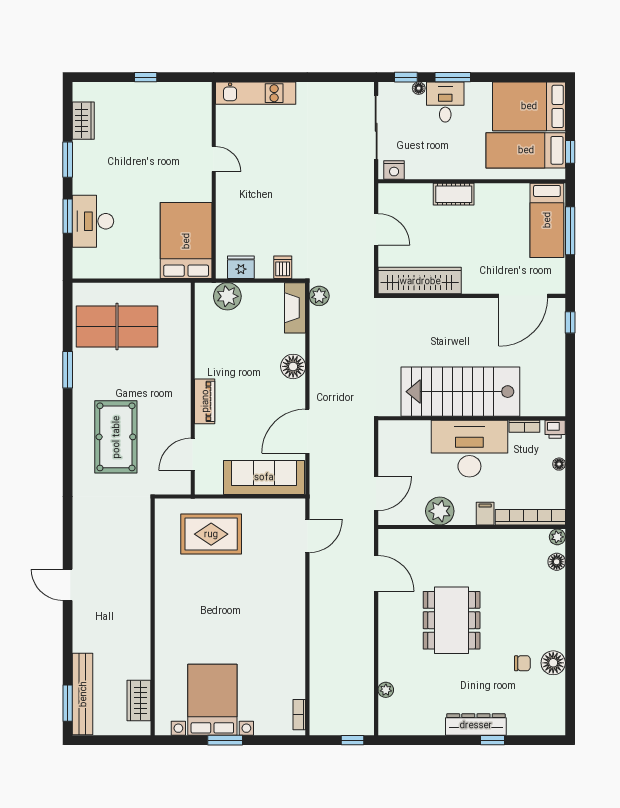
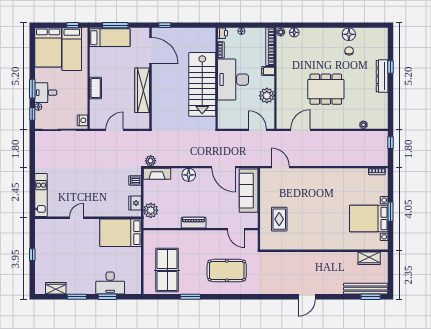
wardrobe: (420, 281) -> (142, 90), moved
piano: (205, 401) -> (194, 223), moved
rug: (211, 534) -> (279, 219), width x0.73, depth x0.70

